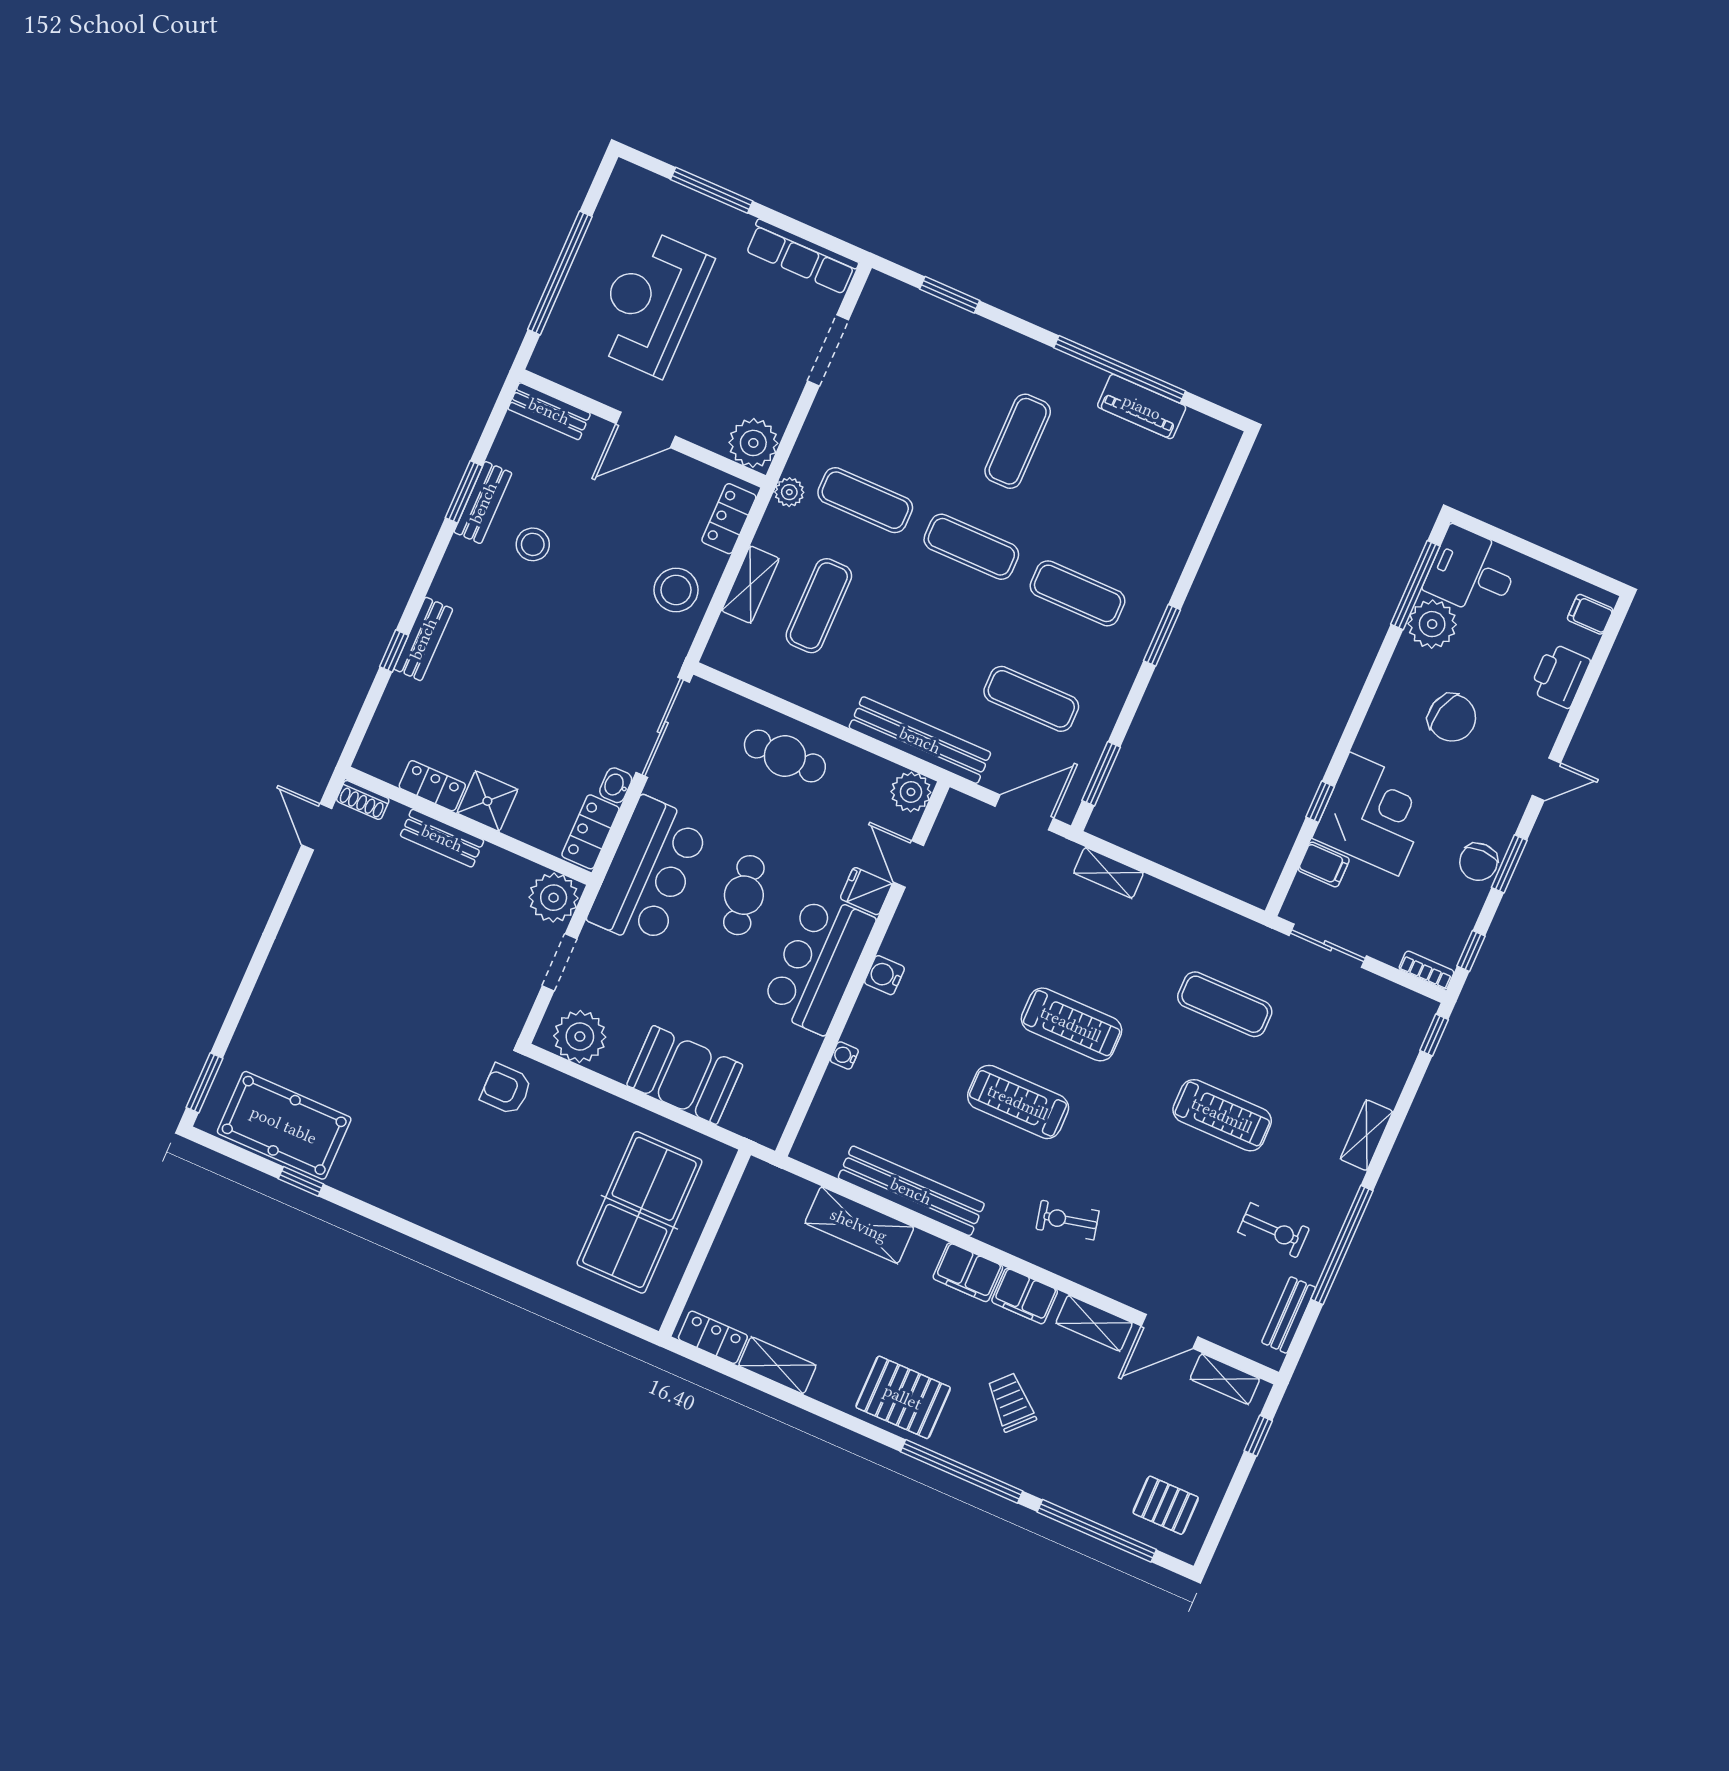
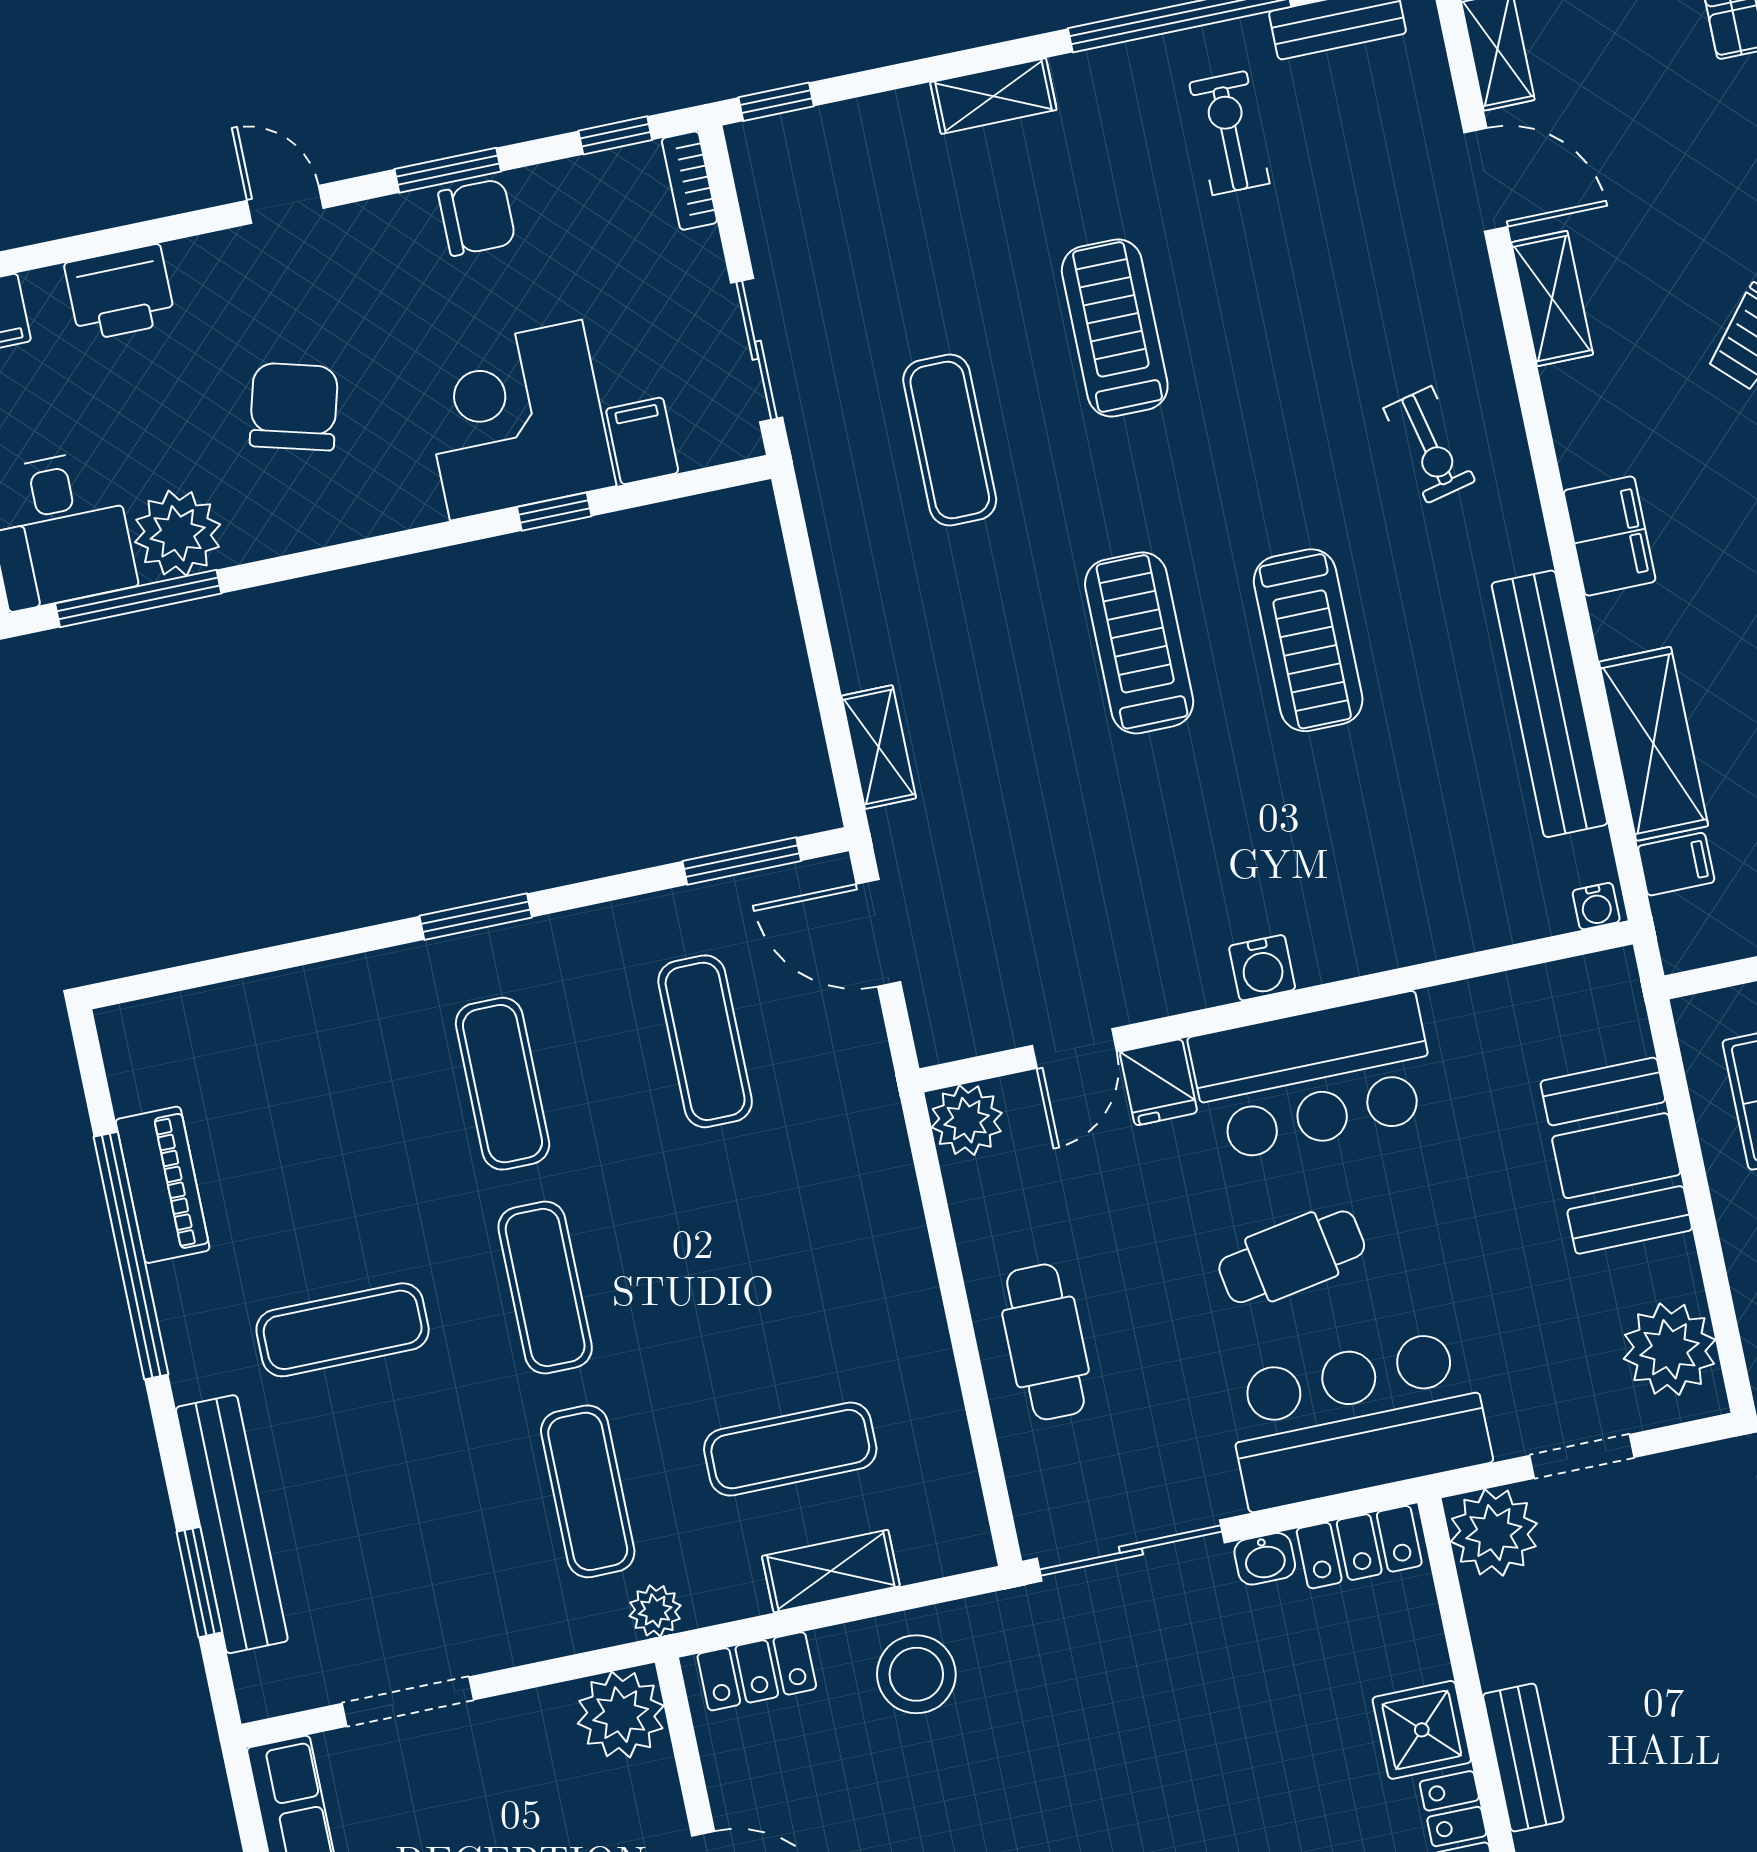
bench: (920, 740) -> (232, 1524), moved
water cooler: (844, 1056) -> (1596, 906), moved
filing cabinet: (1025, 1296) -> (1676, 864), moved, width x0.50

